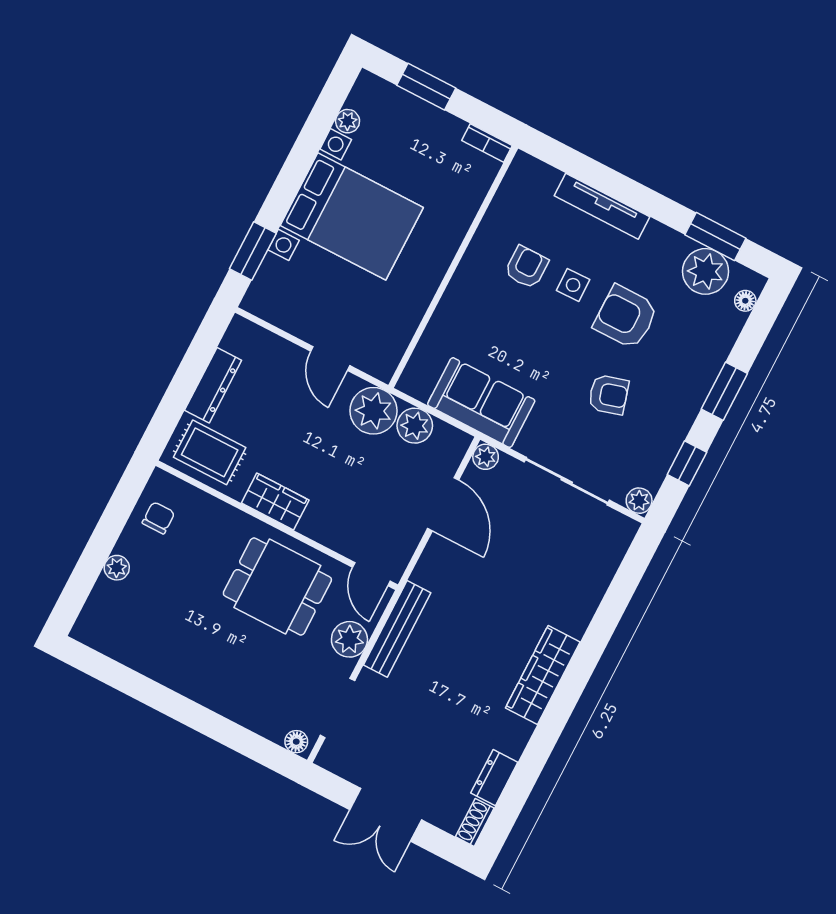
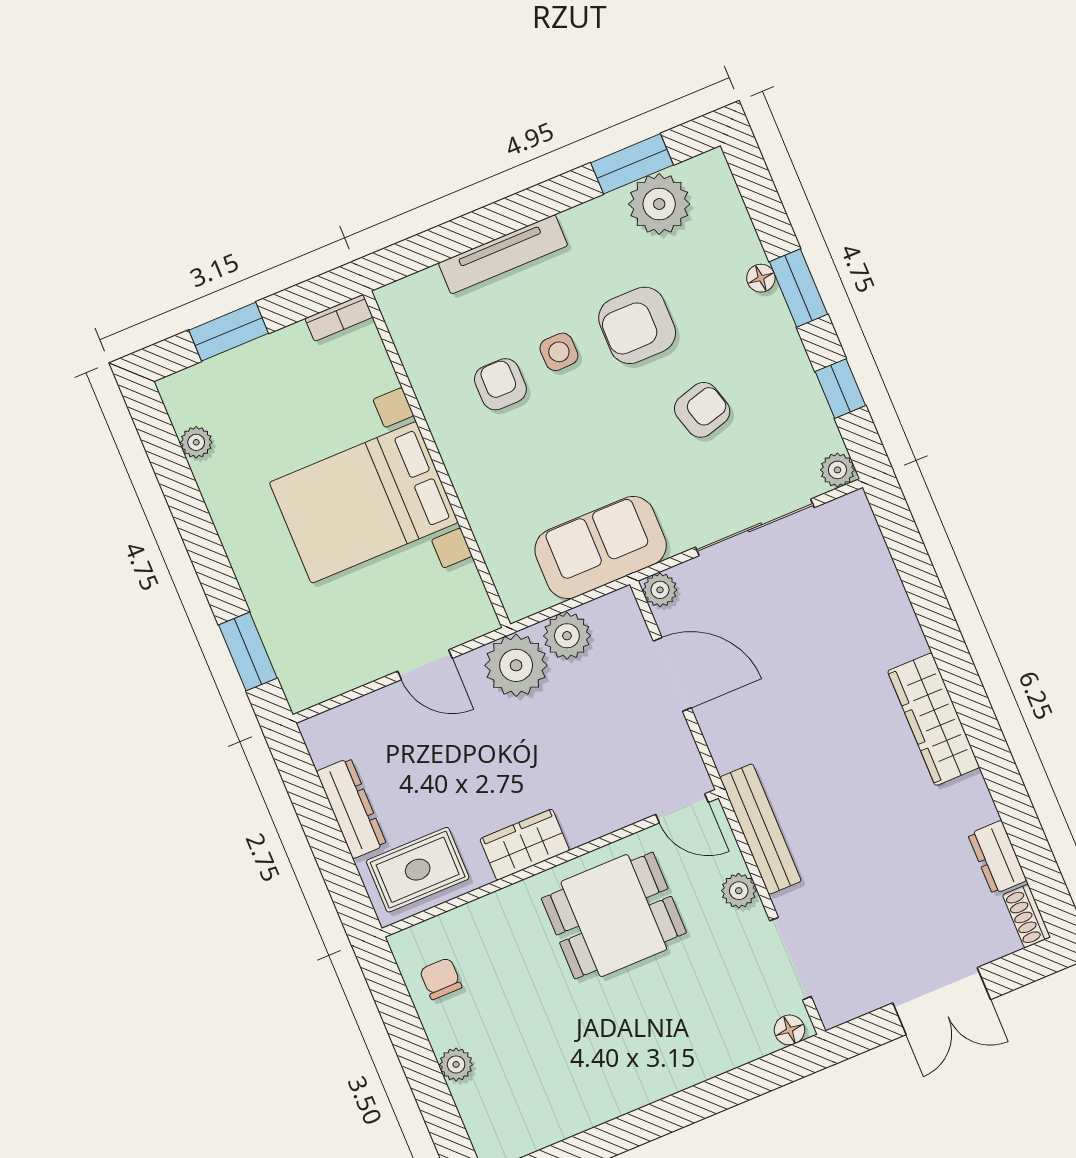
bed with nightstands: (352, 216) -> (364, 502), moved, turned 180
floor lamp: (745, 301) -> (761, 278), moved
plant: (349, 639) -> (739, 891), width x0.73, depth x0.73

